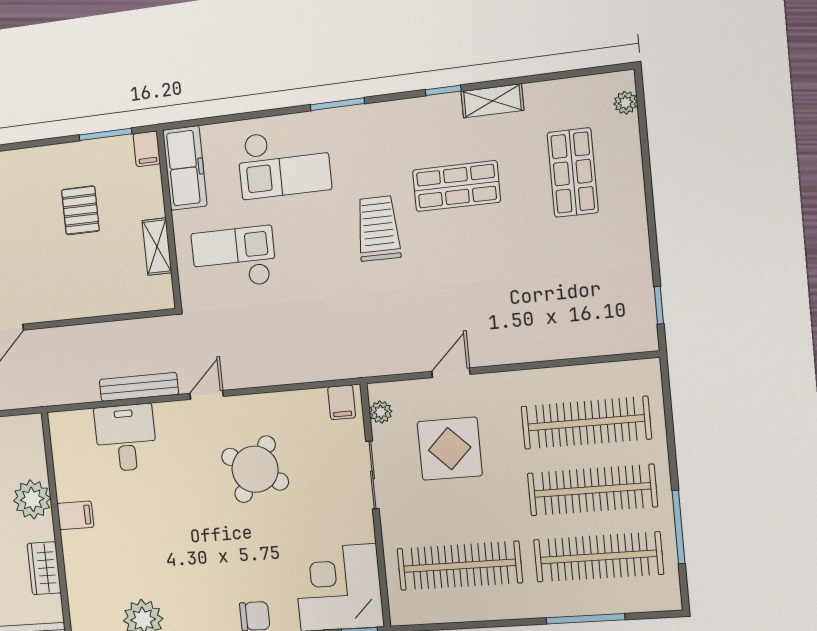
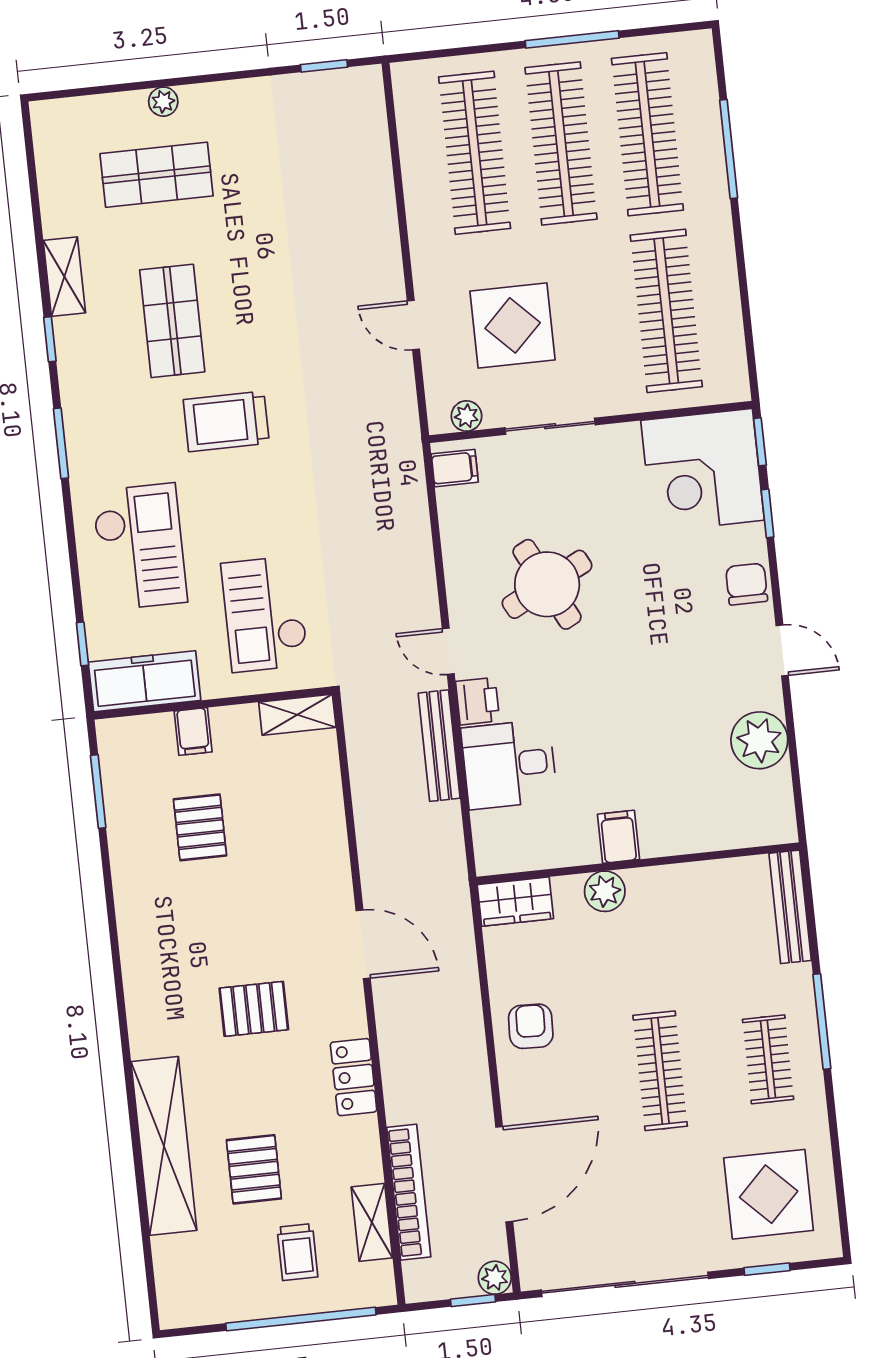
plant: (626, 103) -> (163, 102), moved
window: (337, 104) -> (61, 443), moved
window: (212, 120) -> (82, 644), added
filing cabinet: (147, 149) -> (193, 732), moved, turned 90
pallet: (80, 210) -> (200, 827), turned 90
shelving: (157, 247) -> (297, 715), moved
printer: (171, 416) -> (478, 701), added
round table: (255, 469) -> (547, 584), turned 32
plant: (32, 499) -> (605, 891), width x0.73, depth x0.73
window: (679, 527) -> (572, 39), moved
wardrobe: (44, 568) -> (515, 902), moved

